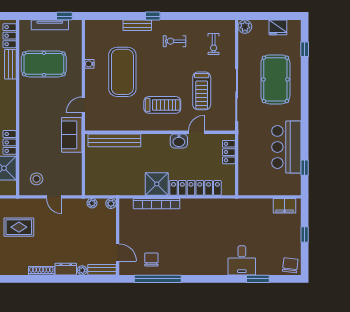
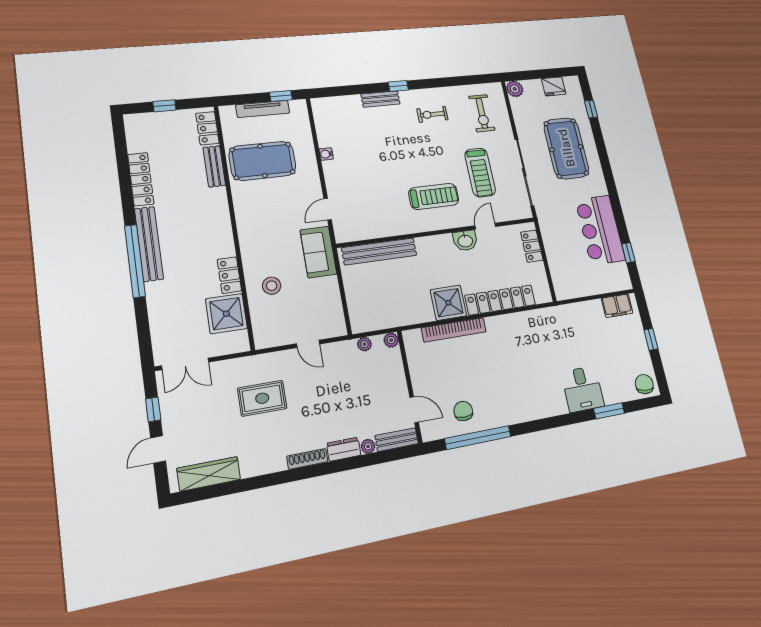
exercise bike: (214, 44) -> (482, 113), width x1.38, depth x1.39
exercise mat: (122, 72) -> (373, 160), removed
stool: (37, 179) -> (272, 286), moved

